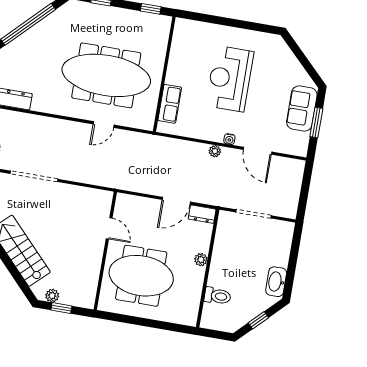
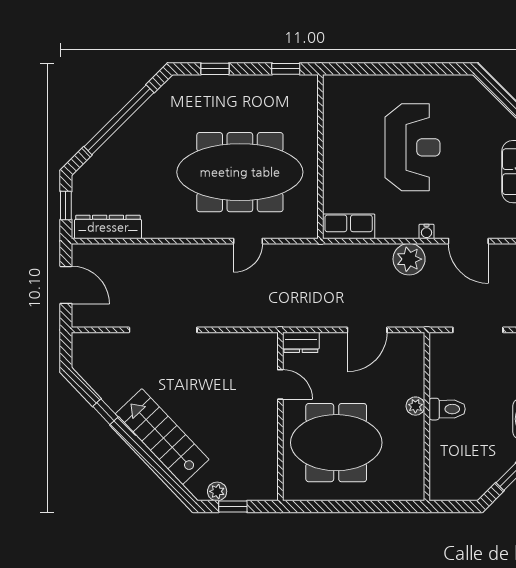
reception desk: (230, 79) -> (413, 147), turned 180
row of seats: (170, 104) -> (349, 226), moved, turned -90
plant: (215, 151) -> (409, 259), width x1.88, depth x1.88
dresser: (202, 214) -> (301, 342), moved
toilet: (217, 296) -> (447, 409), moved

